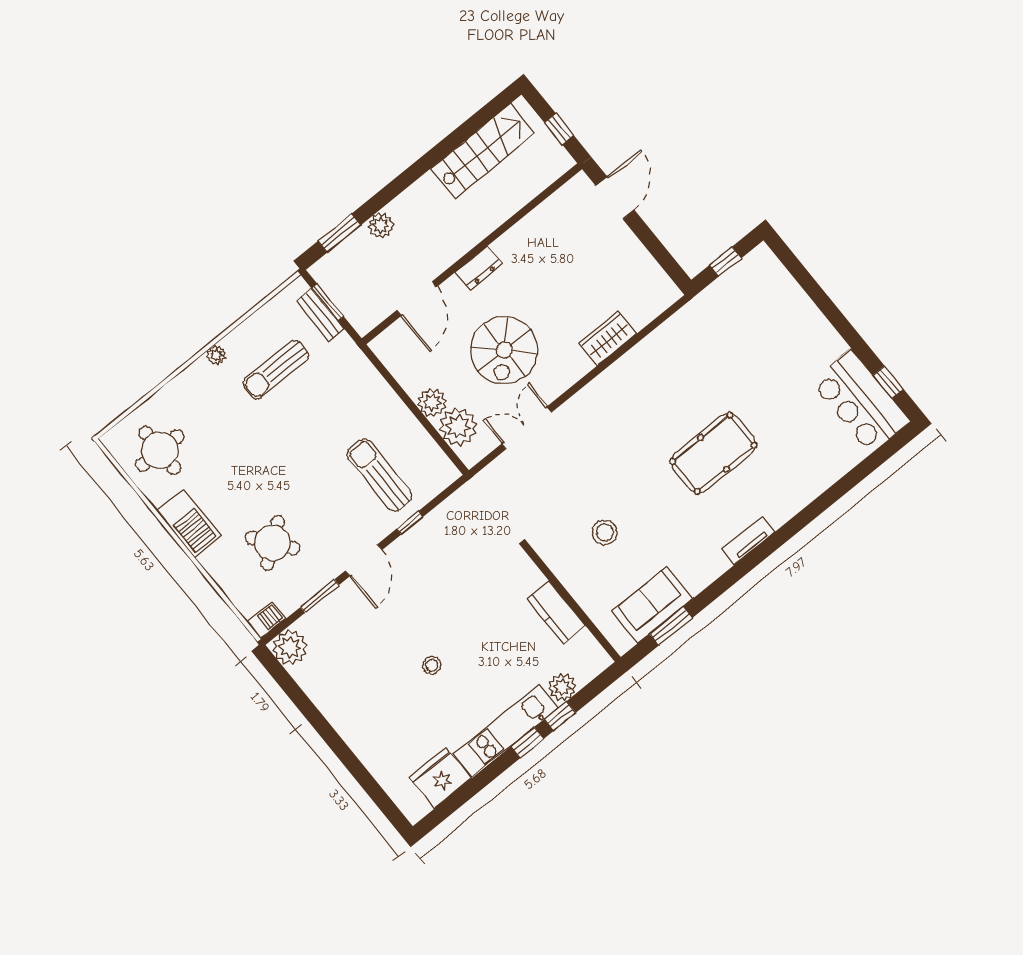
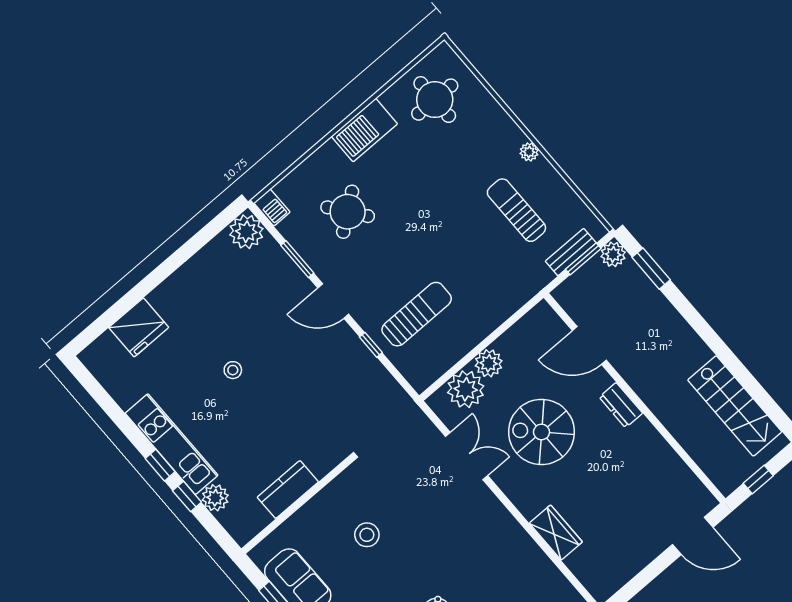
plant: (381, 226) -> (613, 254), moved
fridge: (440, 778) -> (139, 327), moved, turned 90

